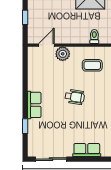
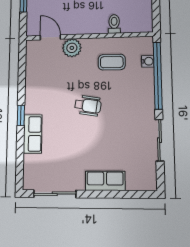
door: (46, 45) -> (50, 37), hinge flipped
row of seats: (34, 105) -> (33, 134), moved
window: (25, 126) -> (21, 115), moved

